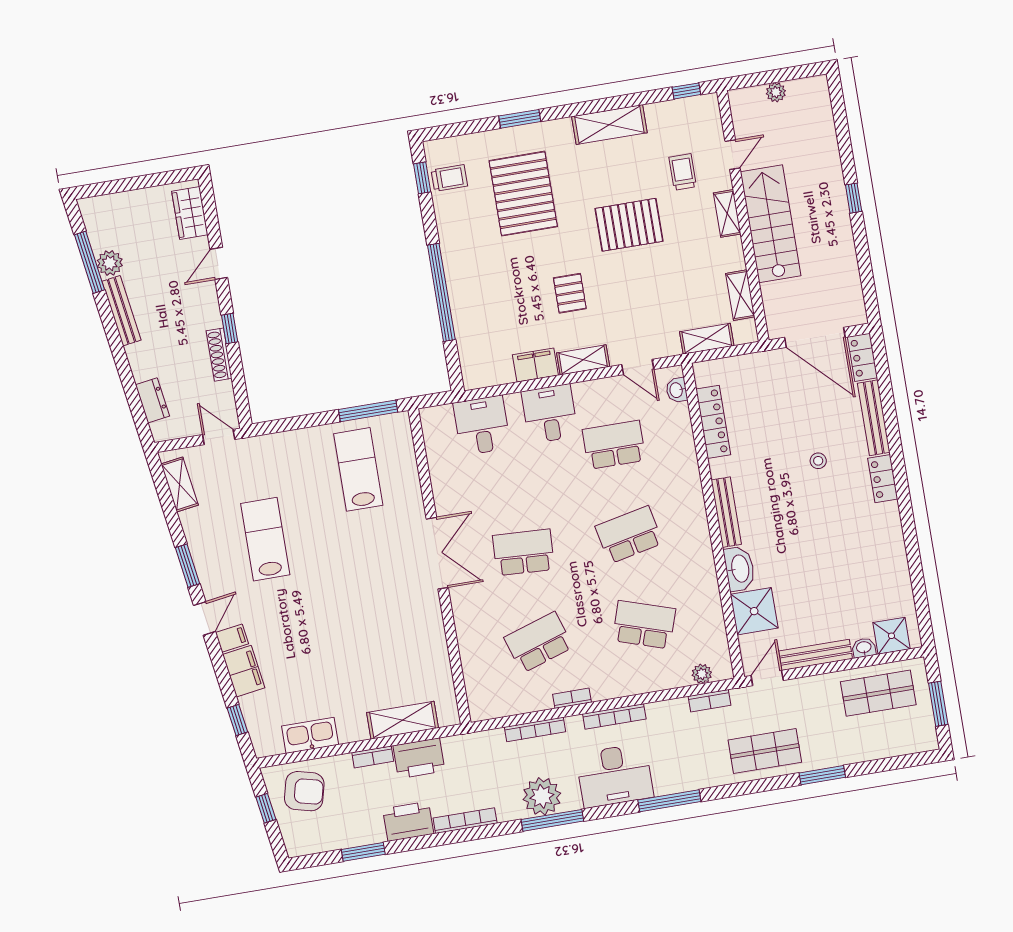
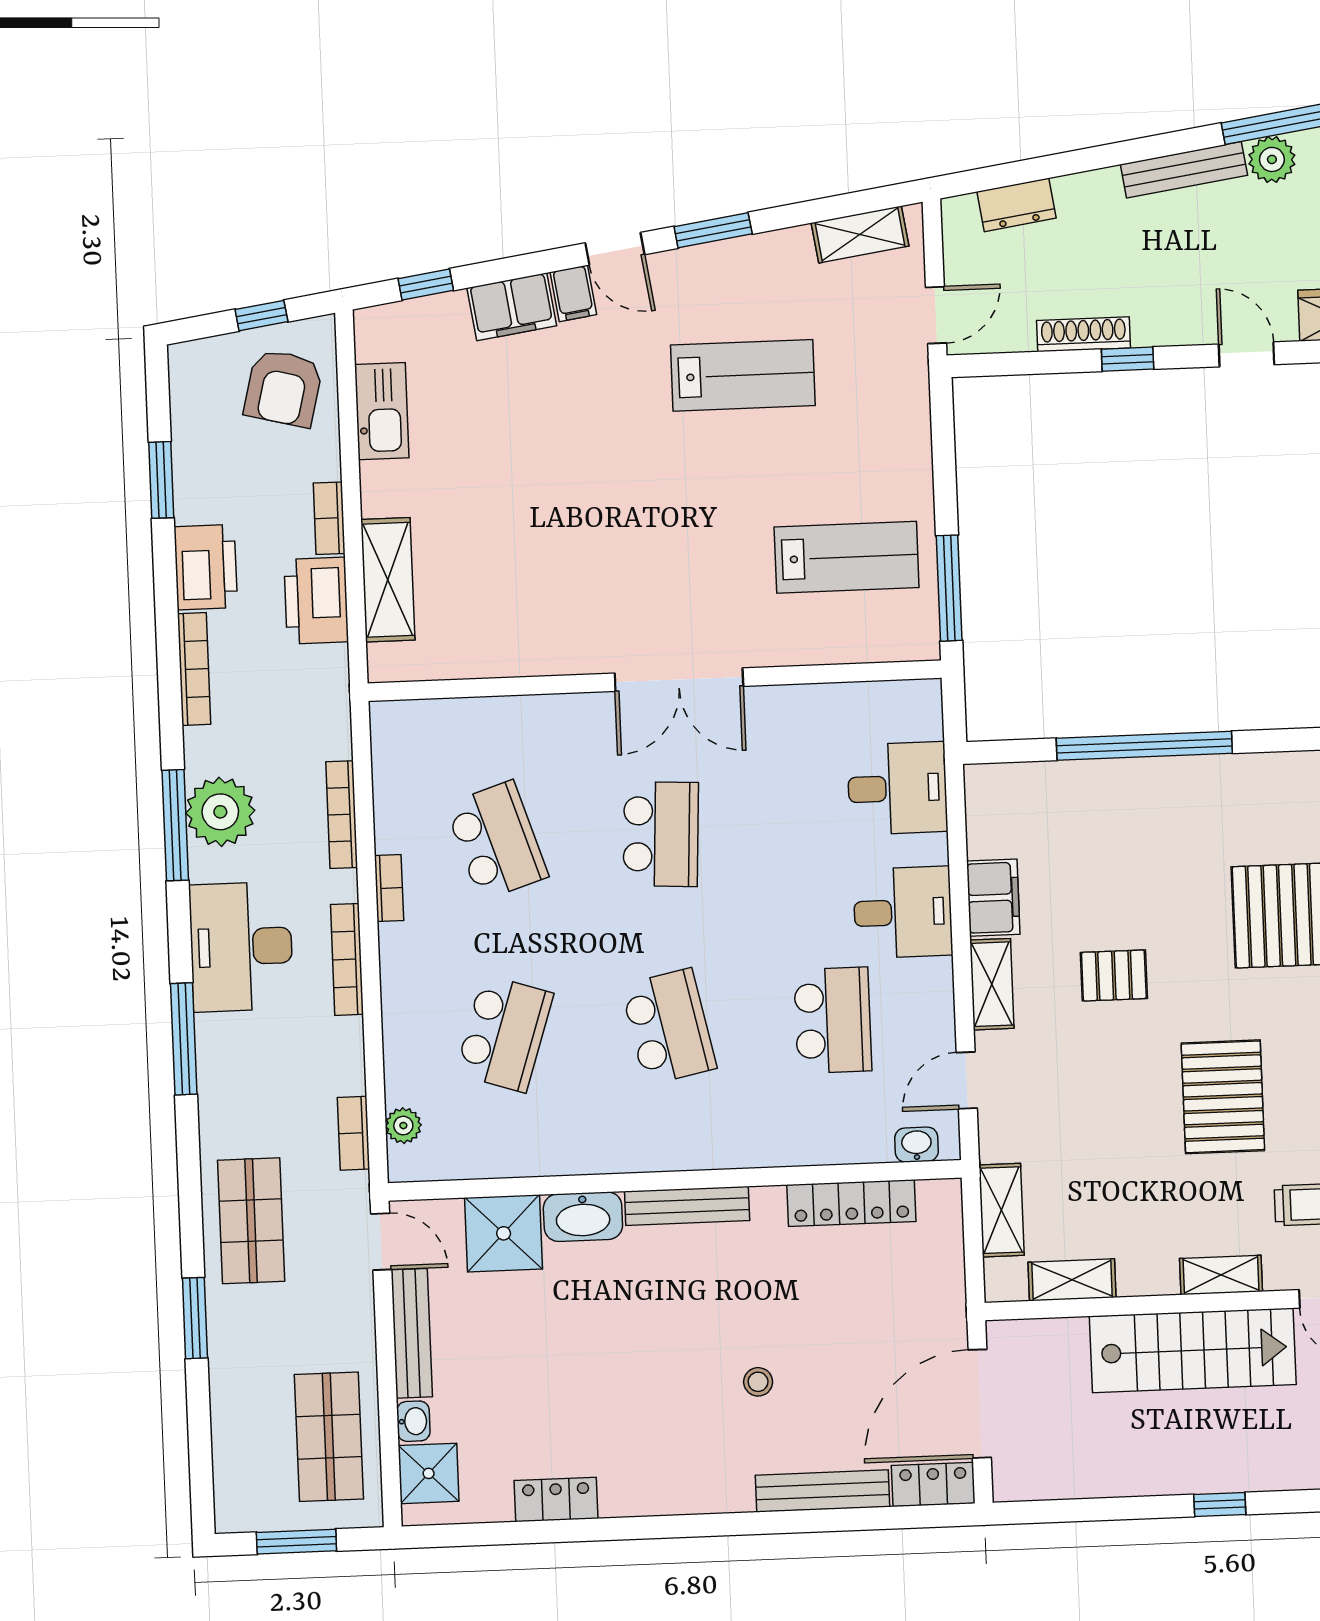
locker: (883, 479) -> (556, 1500), moved

